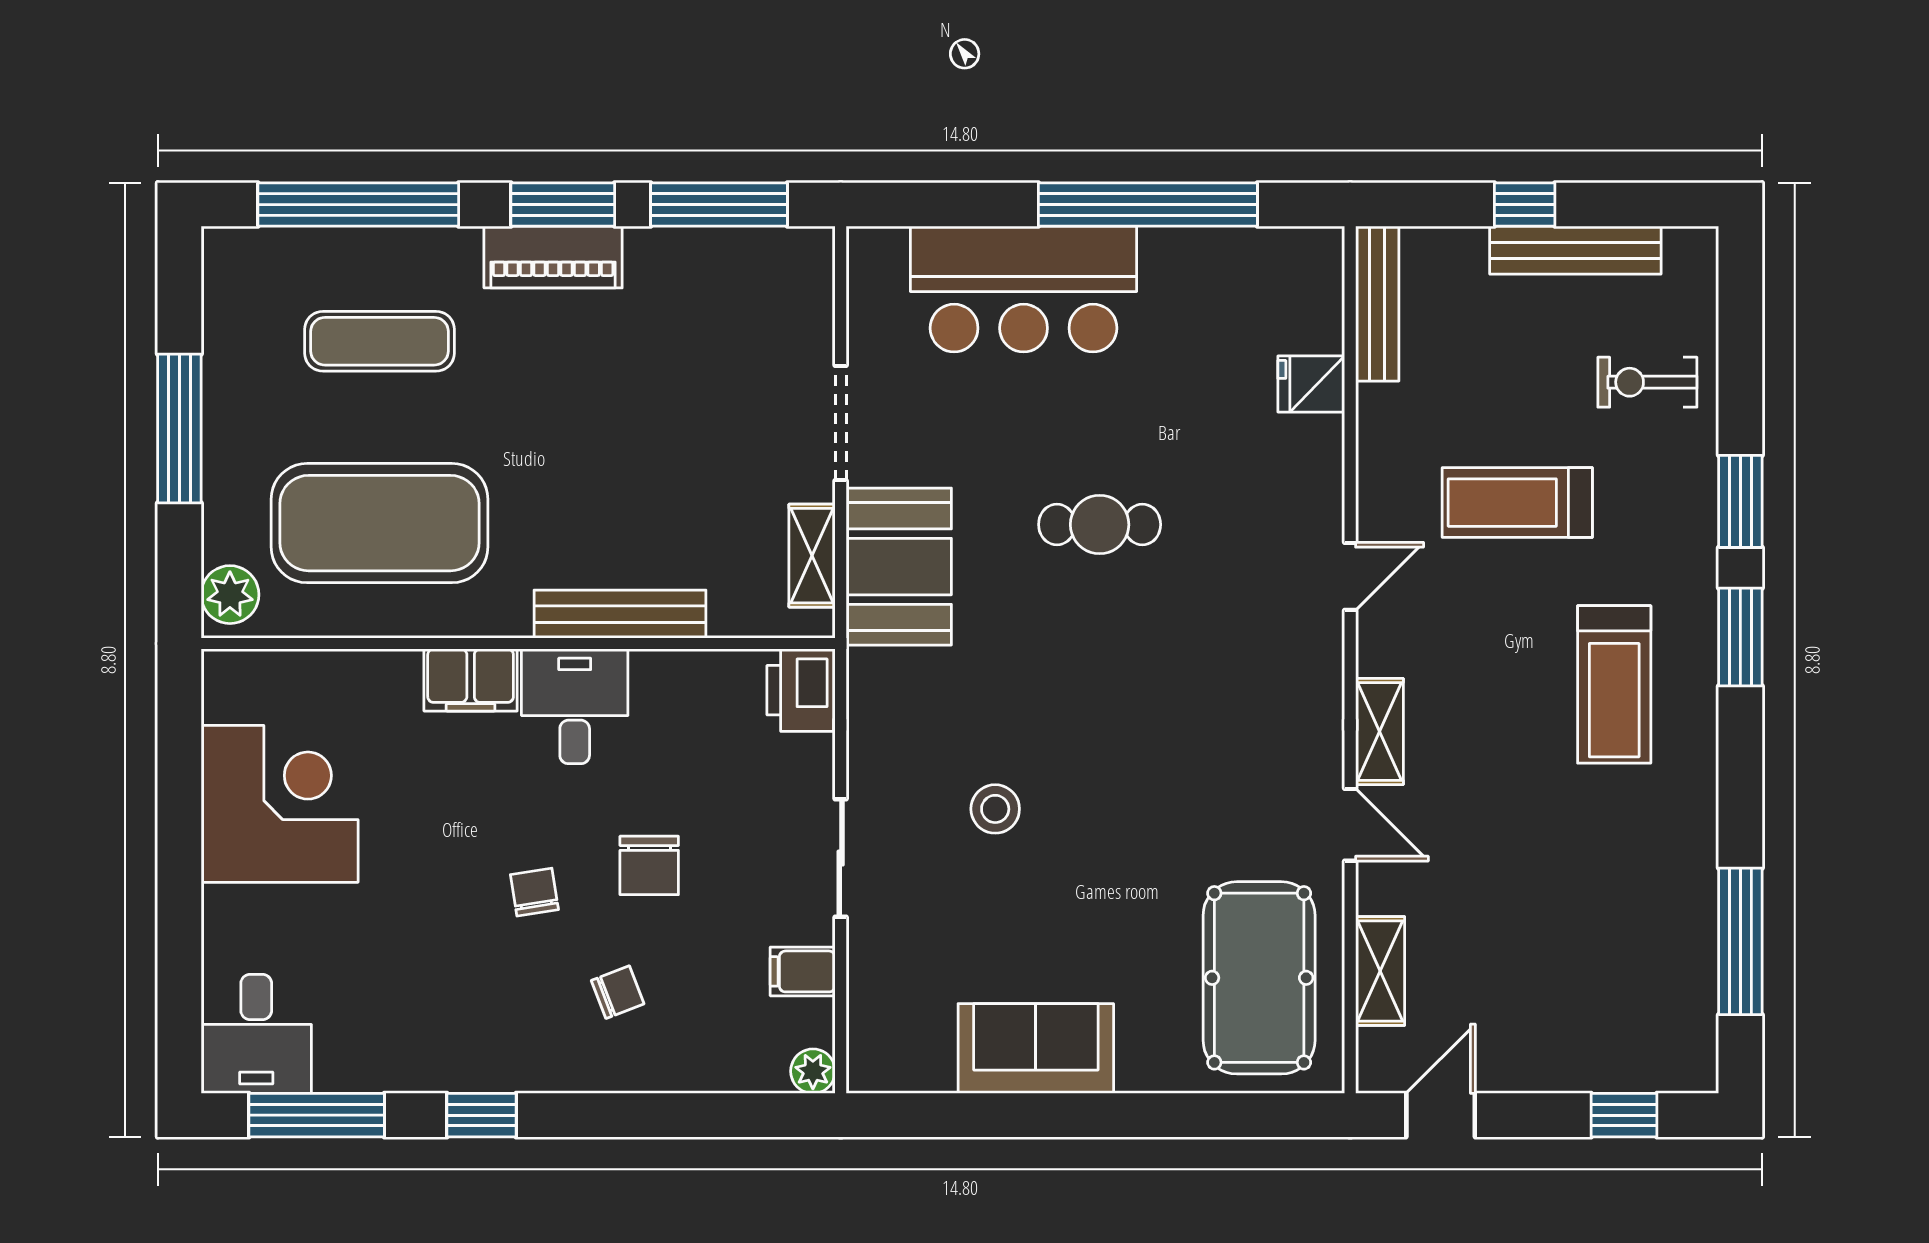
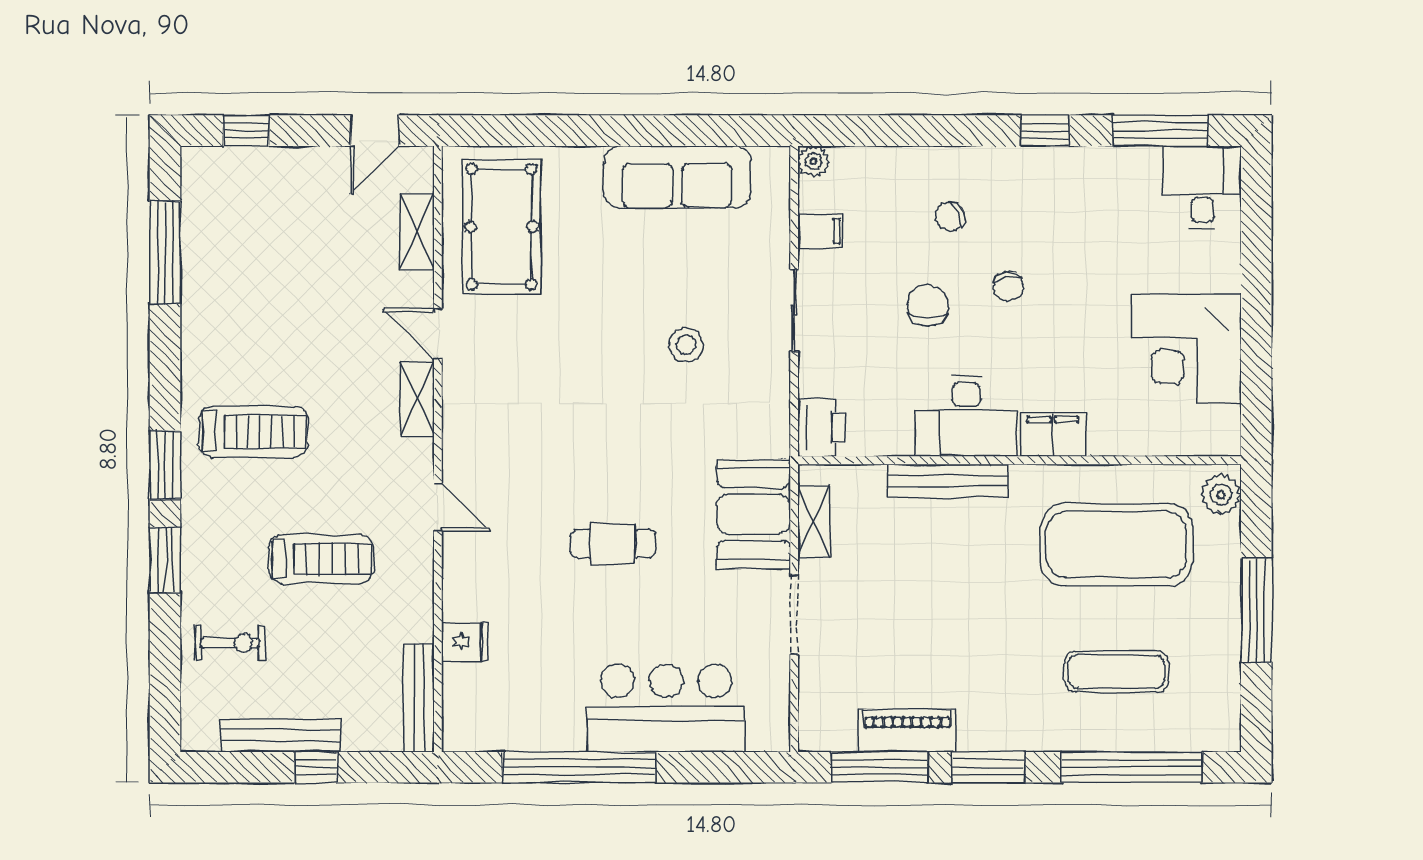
piano: (553, 257) -> (907, 730), moved
door: (1350, 576) -> (438, 507), swing flipped
treadmill: (1614, 684) -> (253, 432), turned 90
desk: (575, 706) -> (966, 416), width x1.37
sofa: (1036, 1049) -> (677, 177), width x1.36

